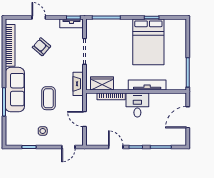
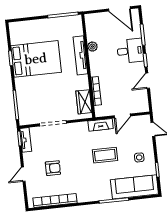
armchair: (41, 47) -> (53, 168), turned -131
fireplace: (78, 84) -> (101, 125), moved
sofa: (15, 90) -> (134, 187), moved
plant: (154, 98) -> (92, 47), added
desk: (137, 105) -> (130, 51), moved, turned 180
door: (188, 117) -> (119, 9), moved

